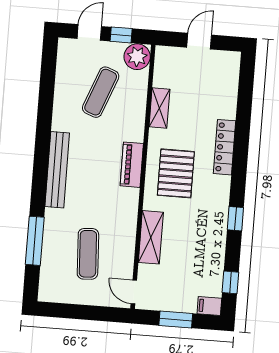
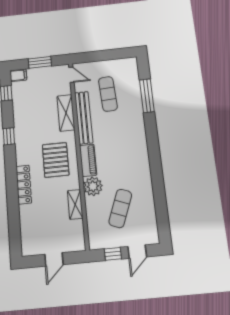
plant: (137, 57) -> (93, 186), moved
bench: (57, 170) -> (84, 118), moved

